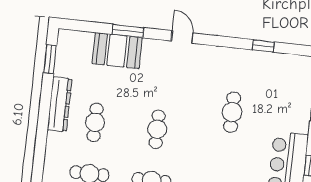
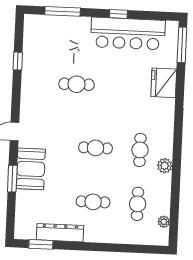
booth: (117, 51) -> (31, 169), moved
dresser: (60, 104) -> (60, 233), moved

